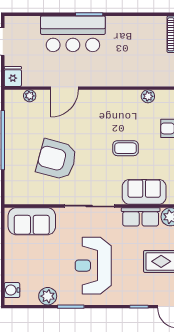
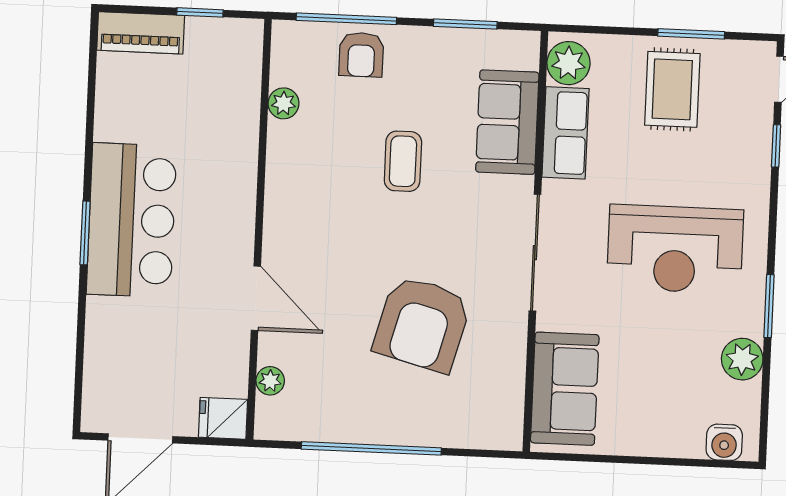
bar counter: (73, 34) -> (132, 220), moved

